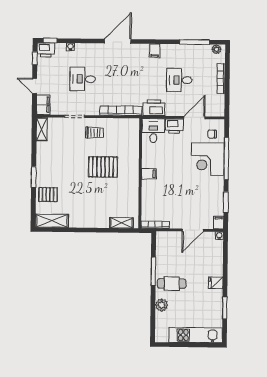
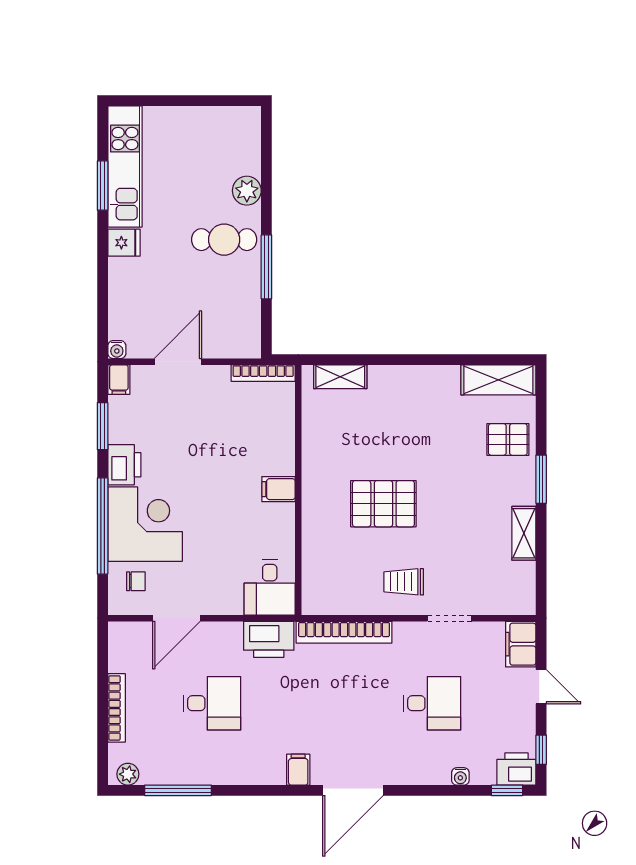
filing cabinet: (155, 51) -> (298, 770), moved
printer: (174, 126) -> (124, 465), moved, turned 90
shelving: (42, 129) -> (524, 533), moved
kitchen unit: (196, 335) -> (125, 166), moved, turned -90

